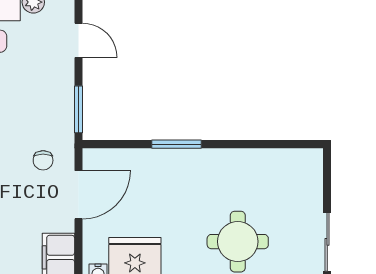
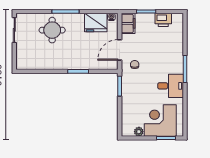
door: (78, 40) -> (120, 115), removed

